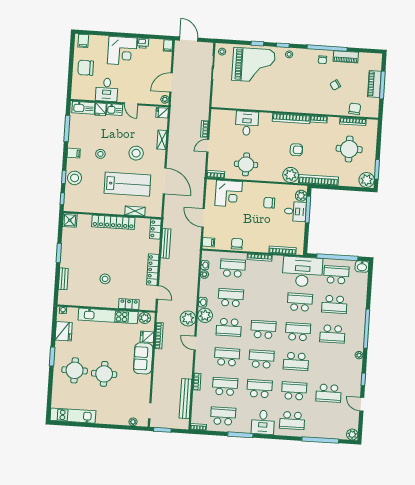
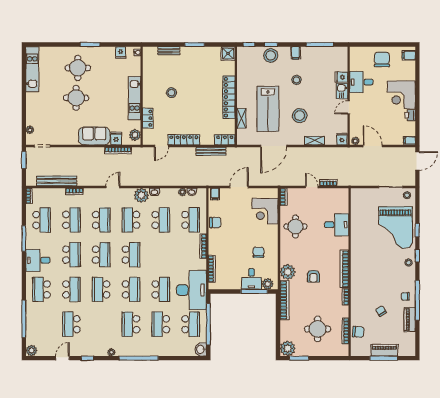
kitchen sink: (83, 108) -> (342, 60), removed
kitchen unit: (108, 316) -> (135, 98), width x0.73
plant: (188, 319) -> (137, 178), removed
fridge: (64, 331) -> (121, 53), width x0.53, depth x0.75

